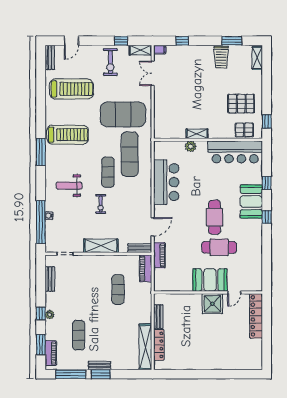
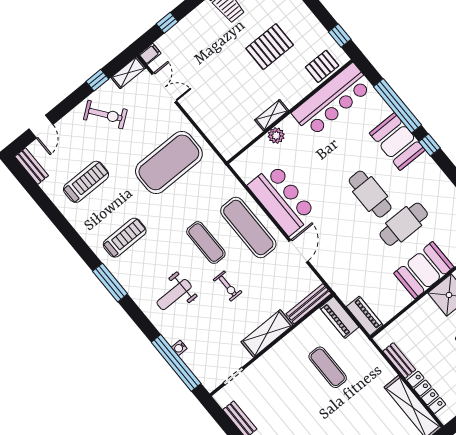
exercise bike: (110, 62) -> (105, 115), turned -37
double door: (153, 73) -> (164, 88), swing flipped
treadmill: (71, 89) -> (86, 182), width x0.73, depth x0.73
pallet: (241, 104) -> (270, 47), moved
treadmill: (68, 135) -> (125, 238), width x0.73, depth x0.73
exercise mat: (130, 154) -> (248, 228), moved
window: (267, 183) -> (397, 106), width x3.17
door: (153, 227) -> (299, 251), moved
bench: (140, 248) -> (309, 304), width x1.36
piano: (159, 255) -> (365, 316), moved

